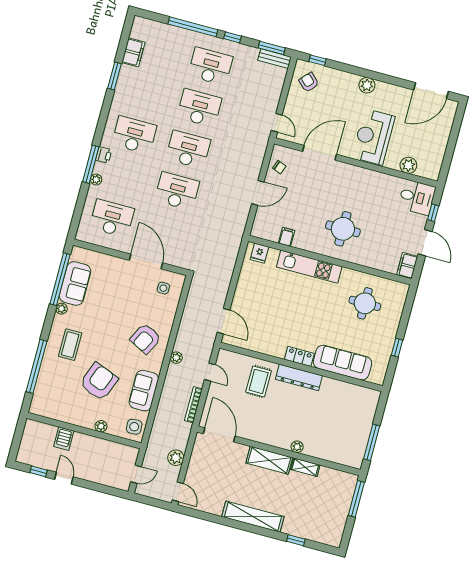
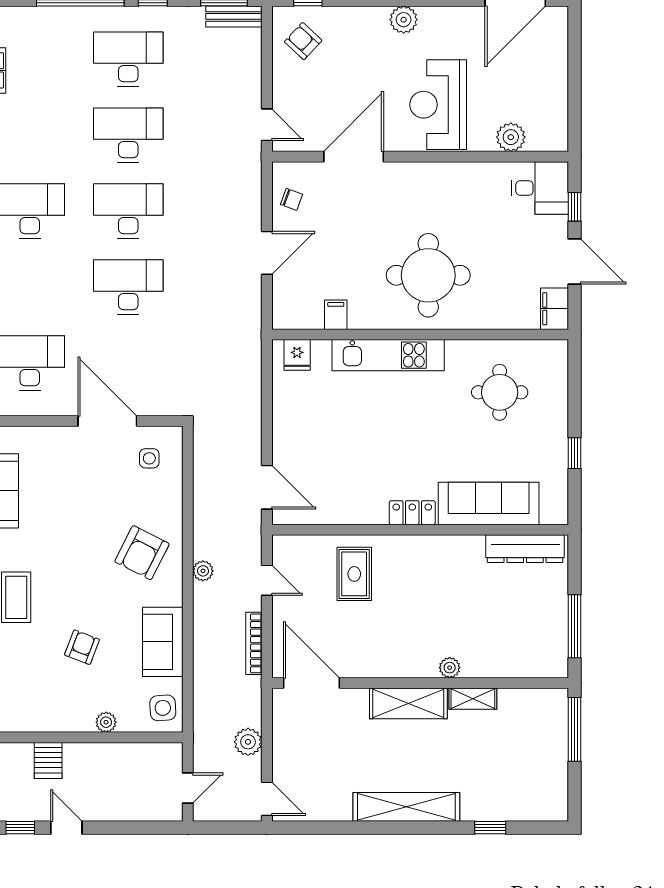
round table: (343, 229) -> (428, 275), width x1.36, depth x1.36
dresser: (299, 377) -> (525, 549), moved
armchair: (99, 382) -> (82, 647), width x0.53, depth x0.53

